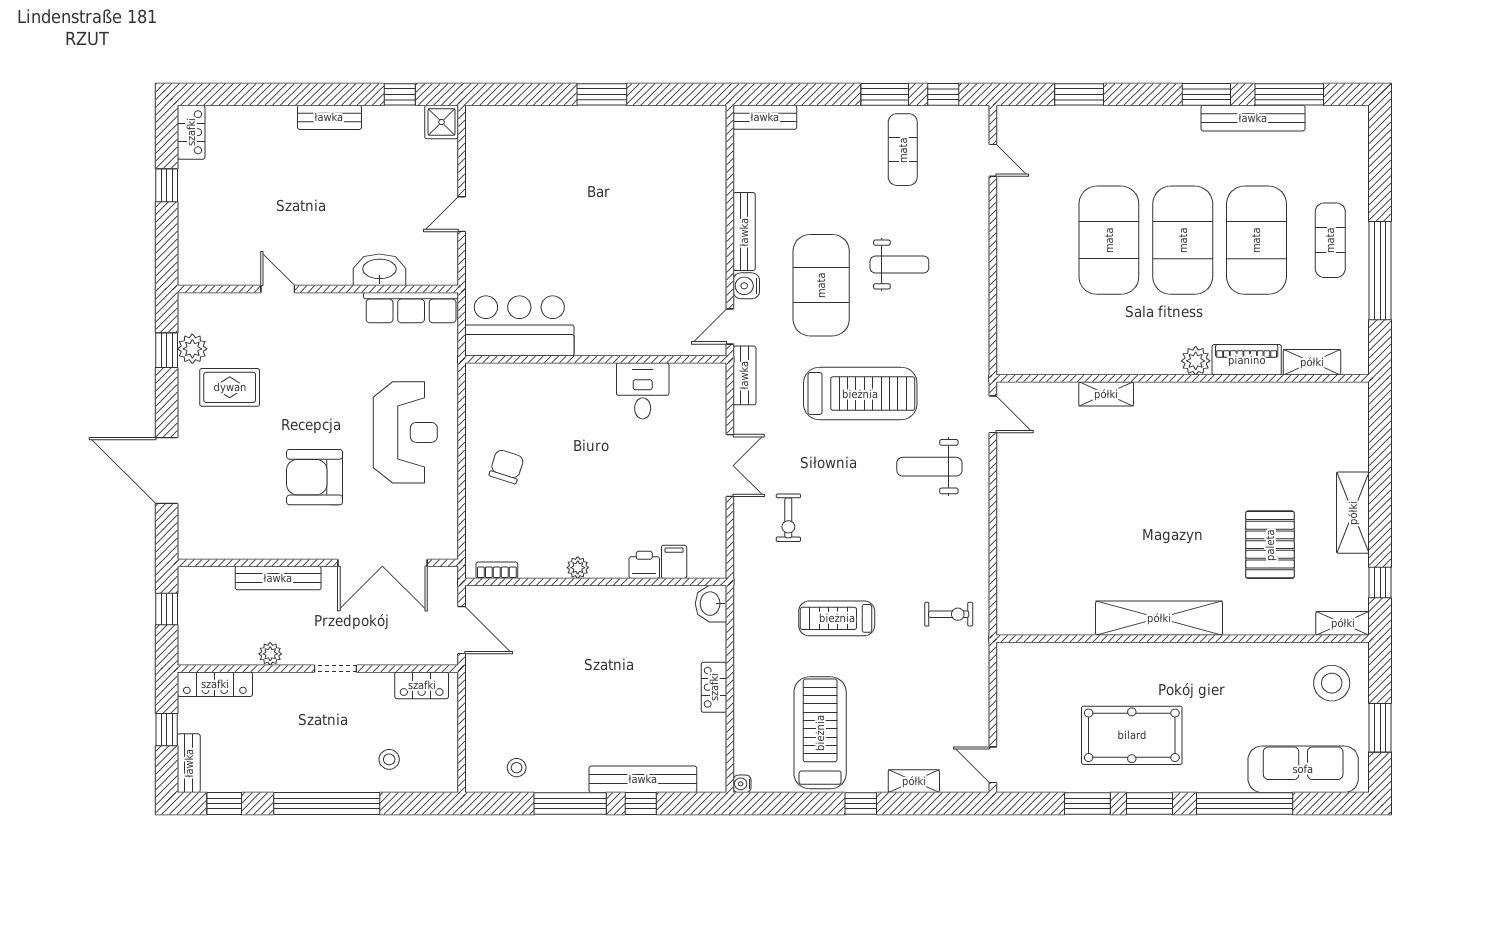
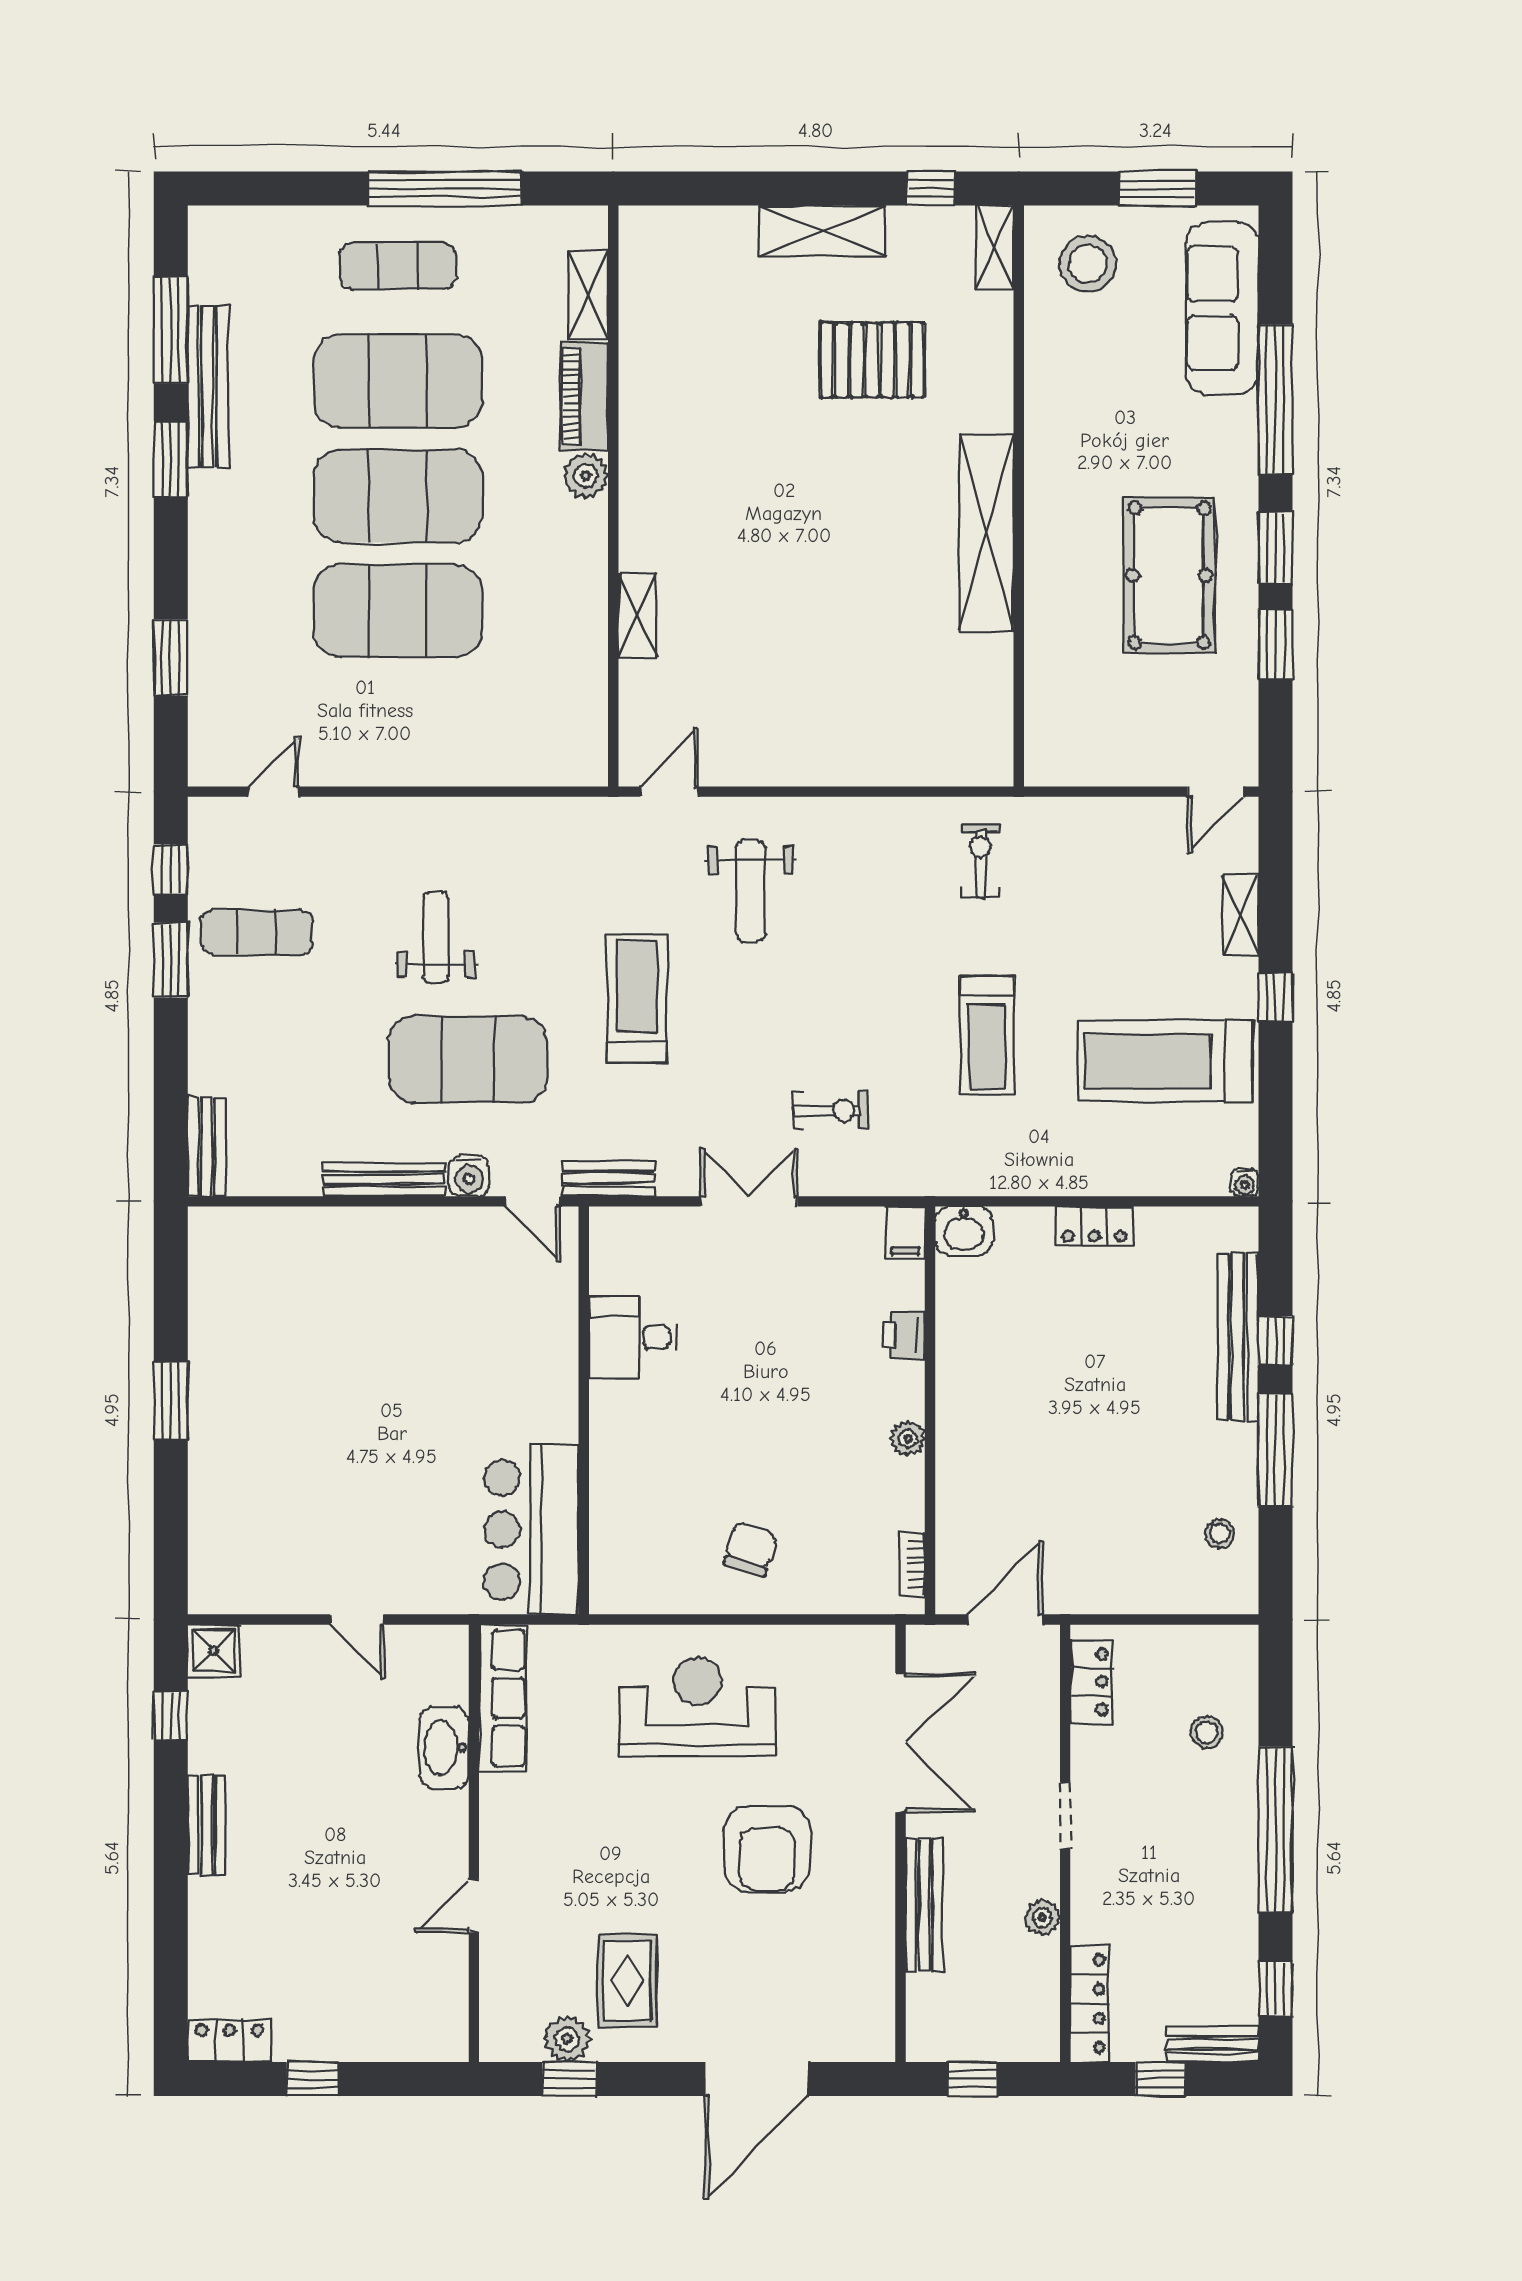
treadmill: (860, 394) -> (637, 998), width x0.73, depth x0.73
chair: (507, 467) -> (750, 1549), turned 89
filing cabinet: (674, 562) -> (905, 1232), moved, turned -90

